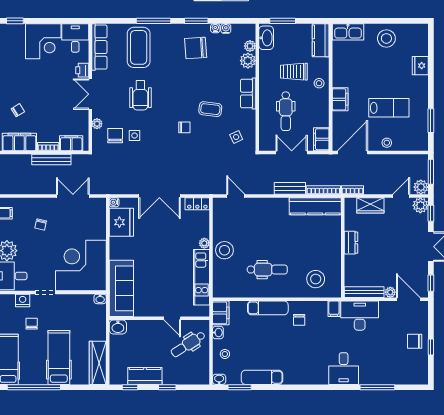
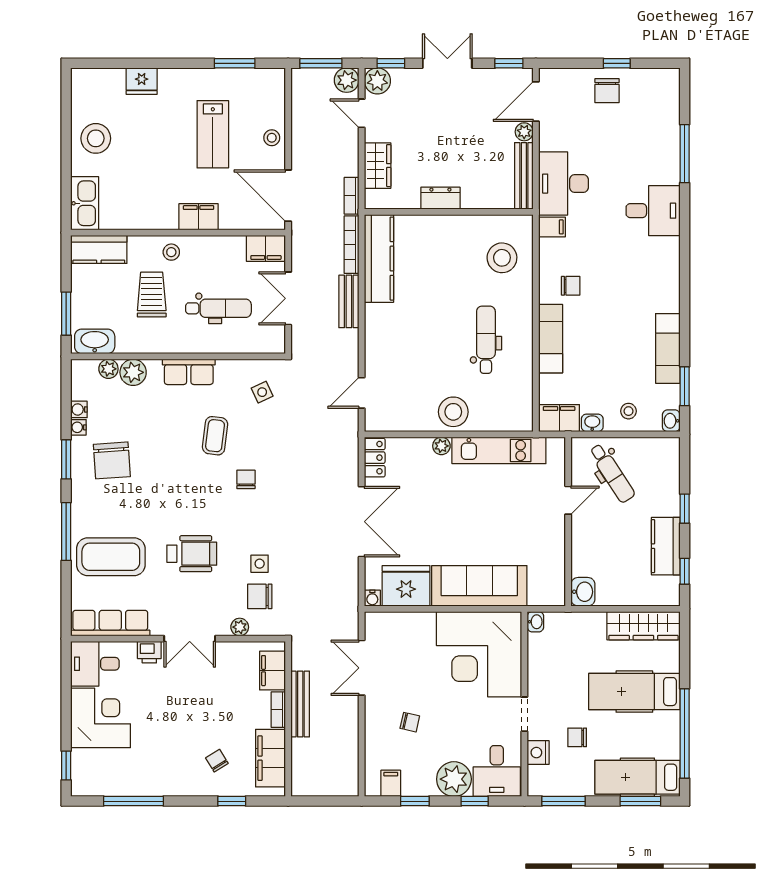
trolley: (294, 72) -> (152, 294), turned 180
lab bench: (389, 108) -> (213, 134), turned 180
sofa: (121, 288) -> (479, 586), moved

